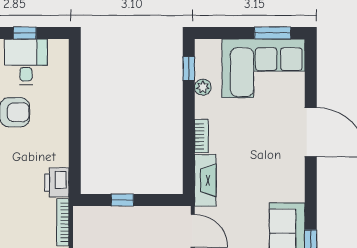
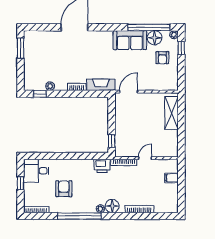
desk: (26, 62) -> (36, 171), moved
corner sofa: (263, 68) -> (40, 53), removed
window: (122, 200) -> (112, 141), moved

